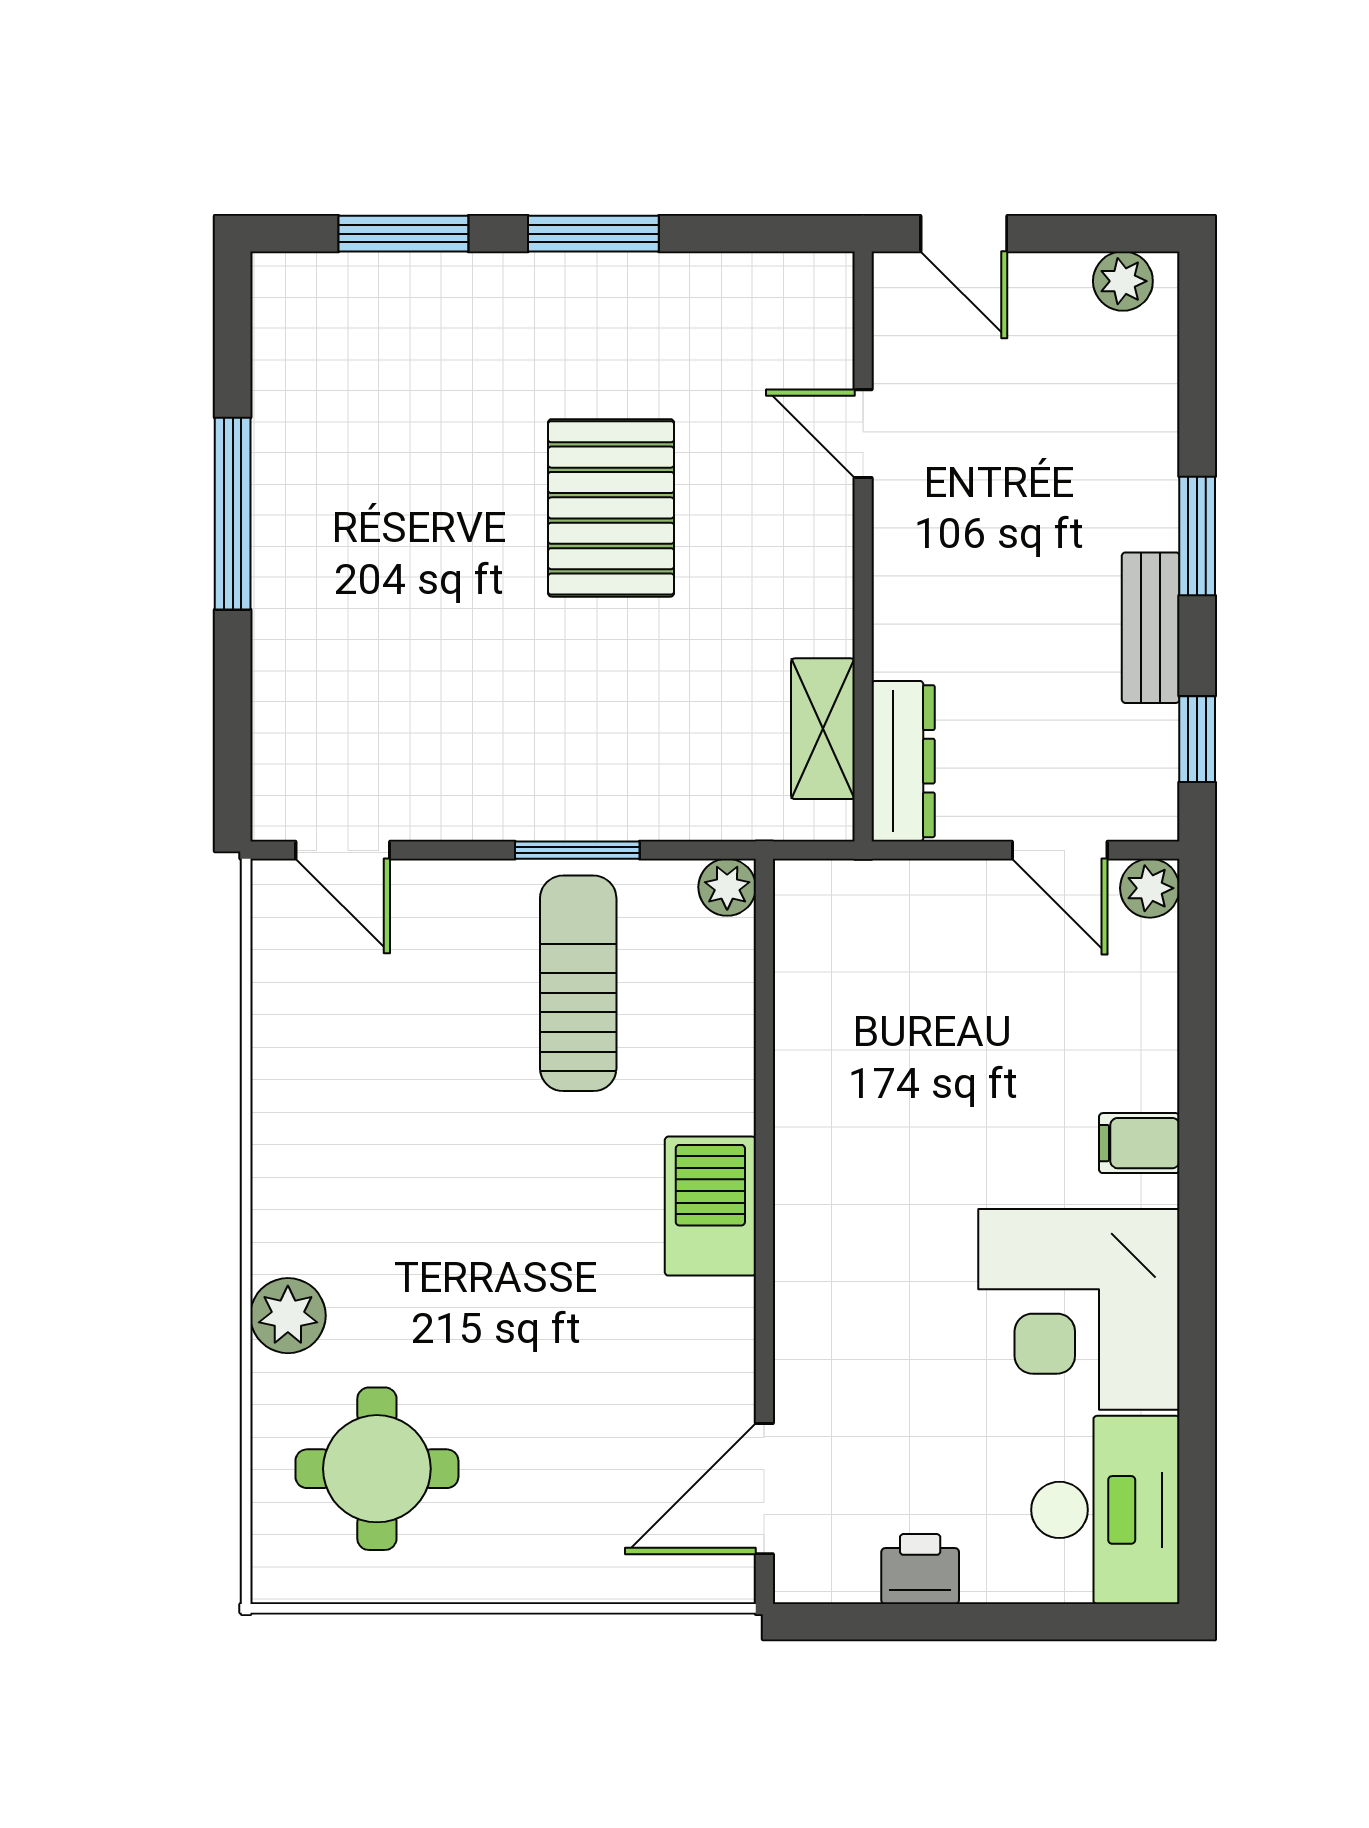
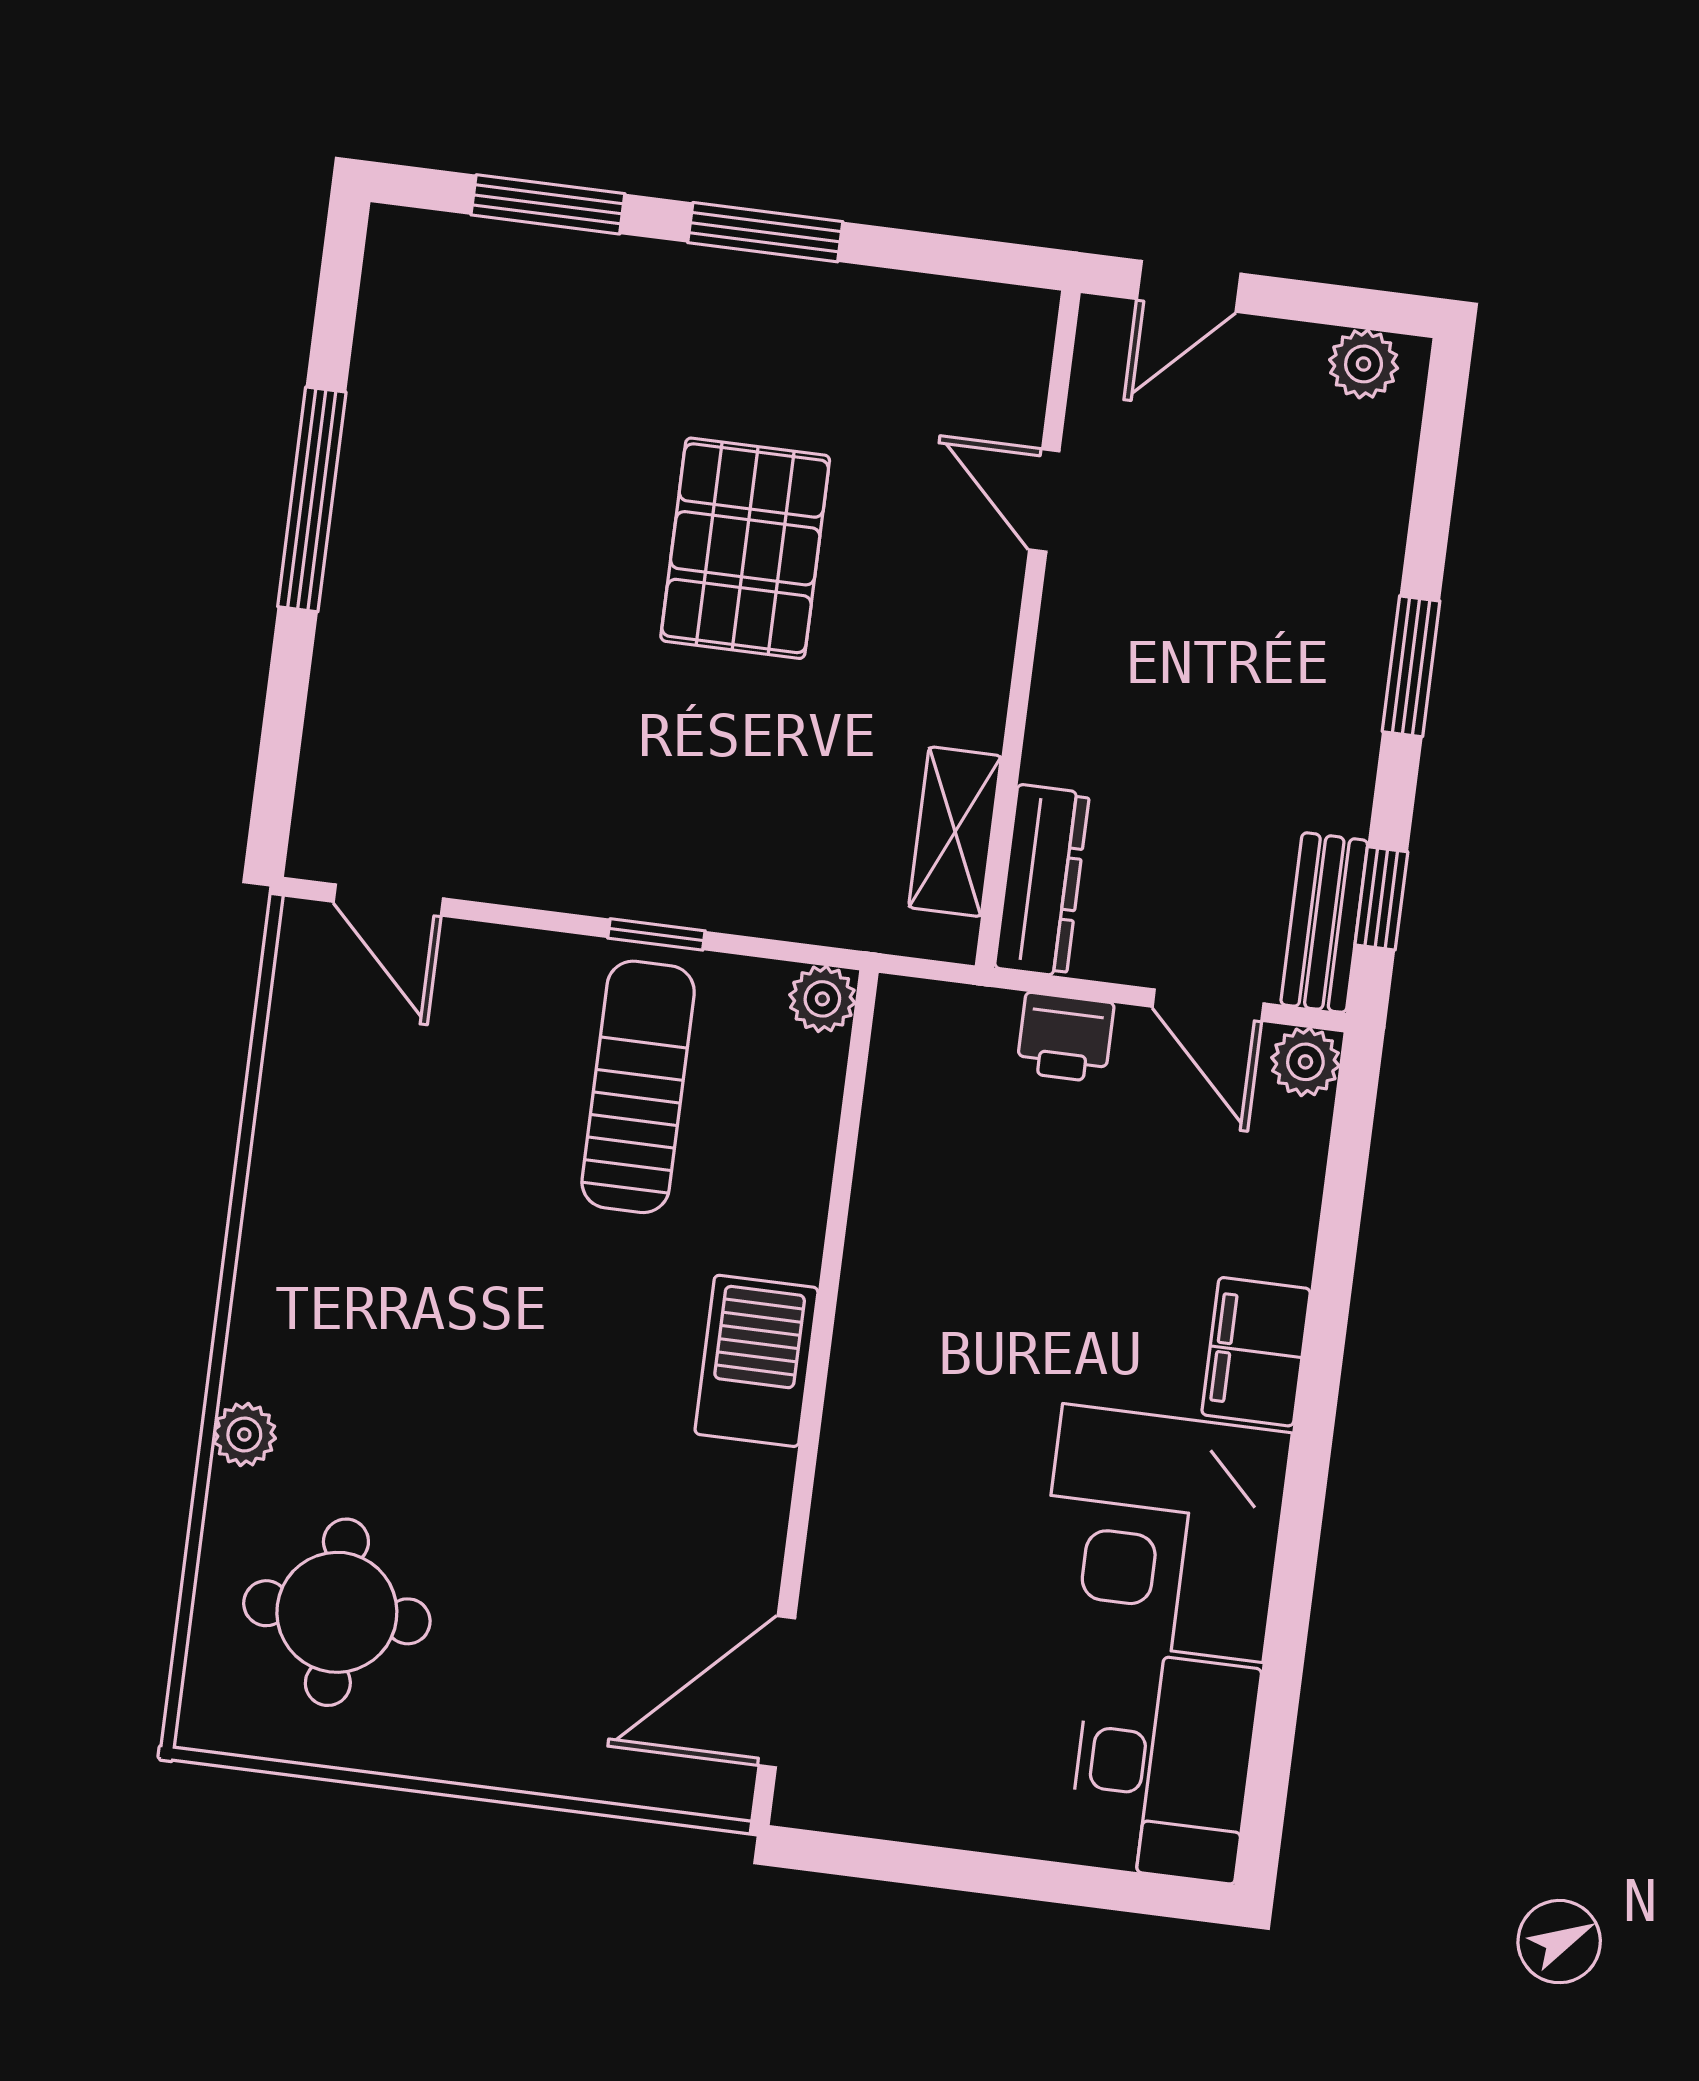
door: (964, 234) -> (1189, 286), hinge flipped
bench: (1151, 628) -> (1324, 923), moved
window: (577, 850) -> (656, 934), width x0.67
filing cabinet: (1139, 1143) -> (1256, 1352), width x2.00
plant: (288, 1316) -> (244, 1434), width x0.73, depth x0.73
printer: (920, 1569) -> (1065, 1037), moved, turned 180

